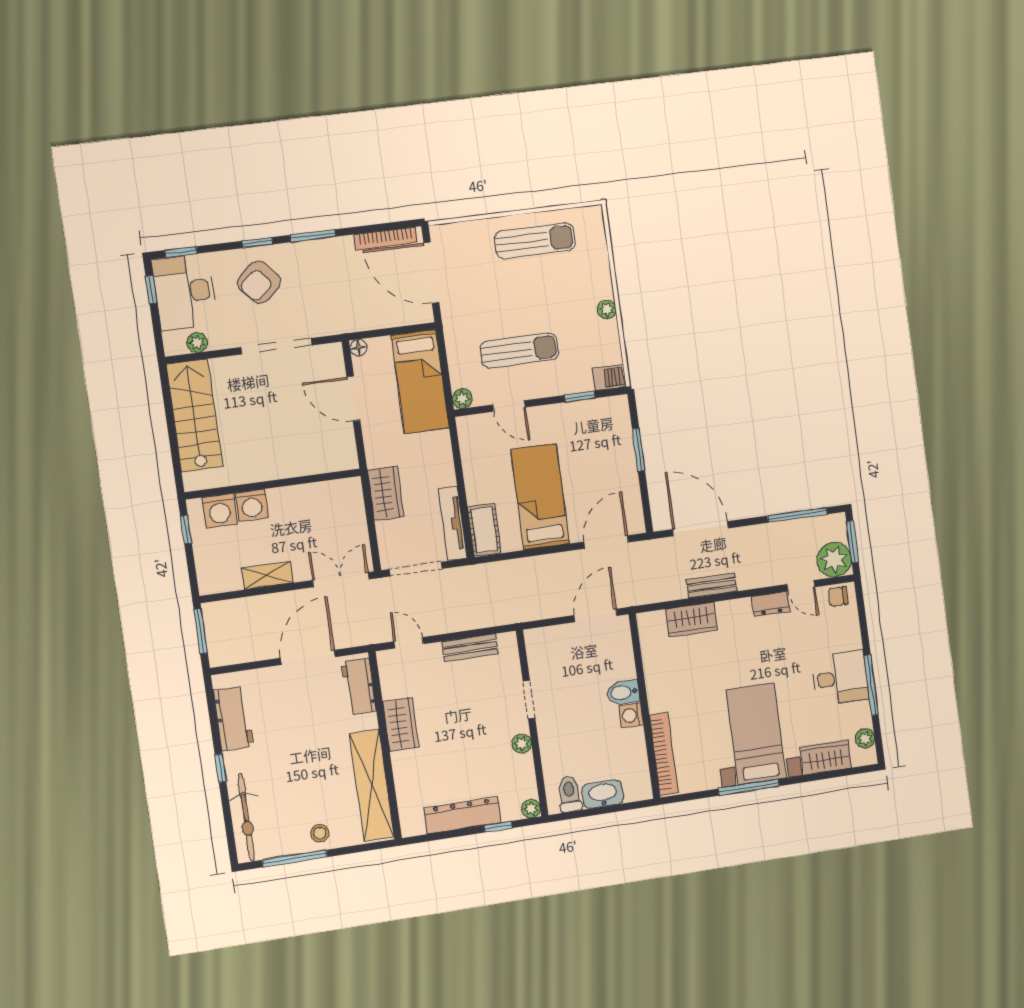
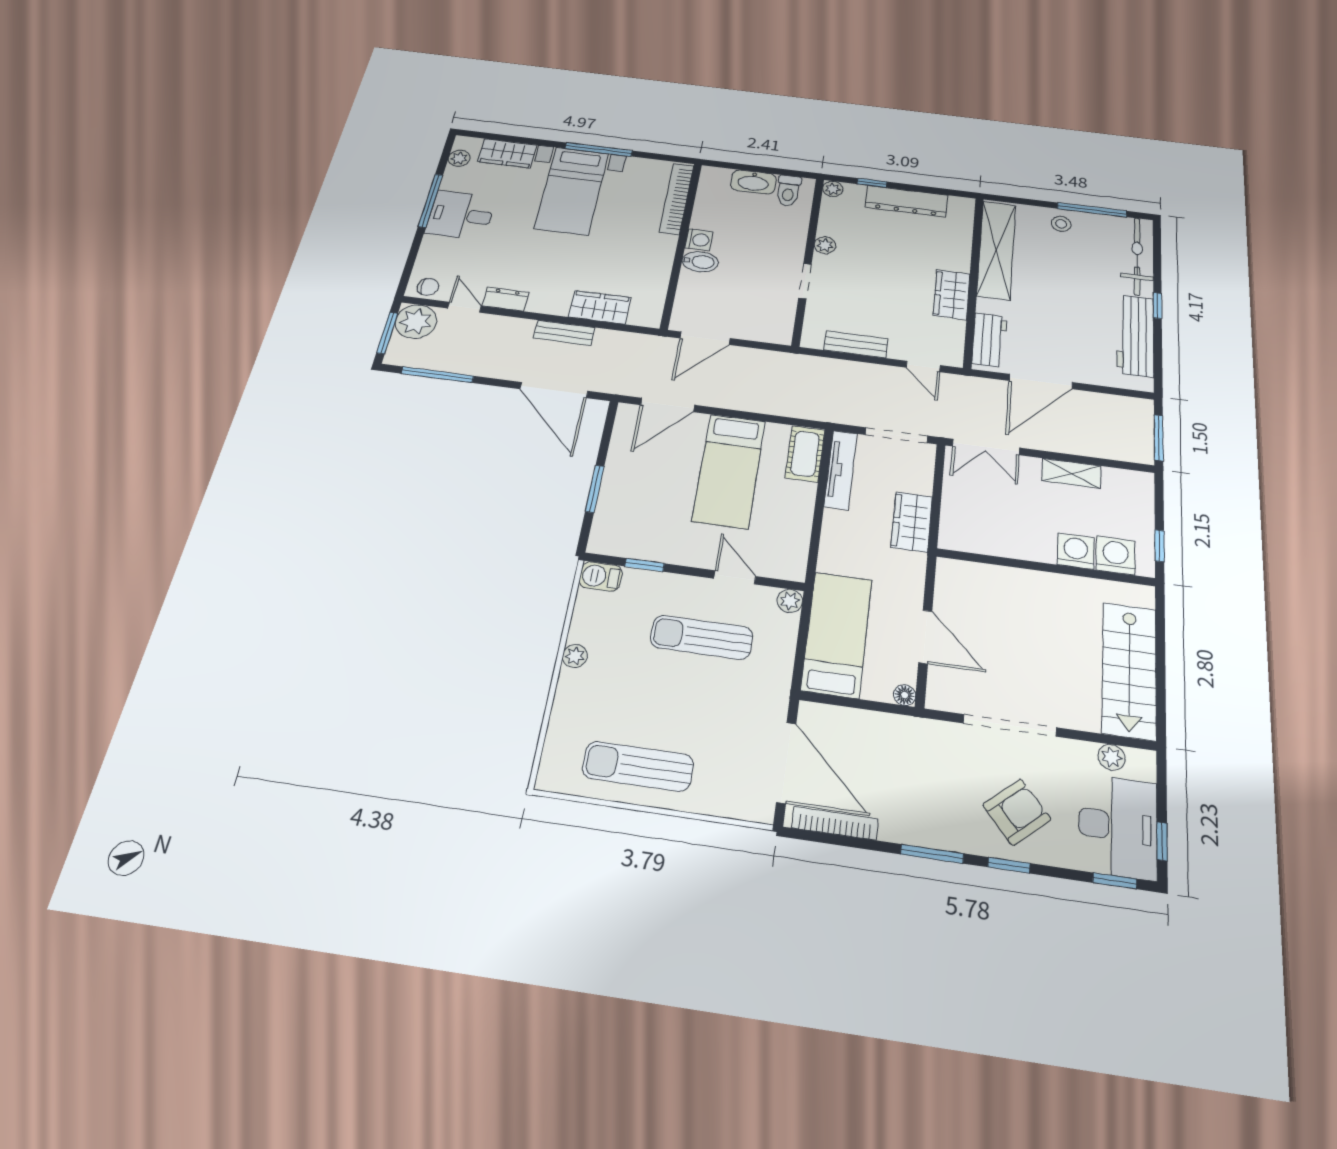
workbench: (233, 718) -> (1135, 336), width x1.38

